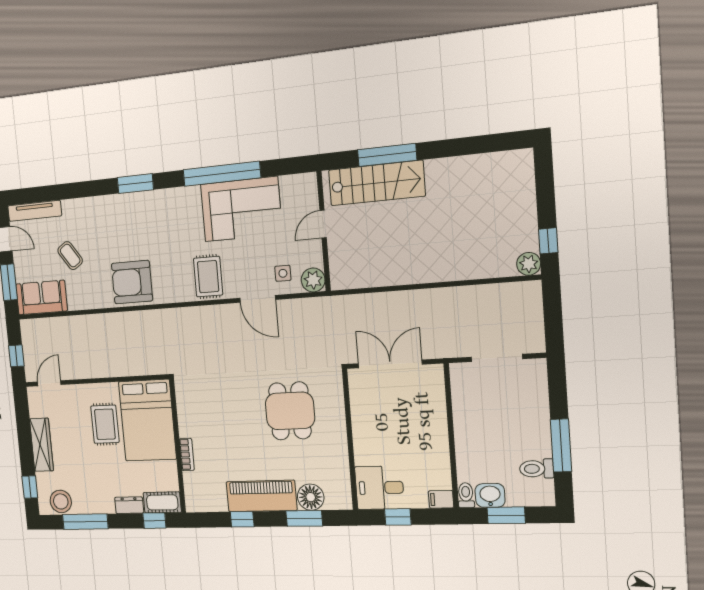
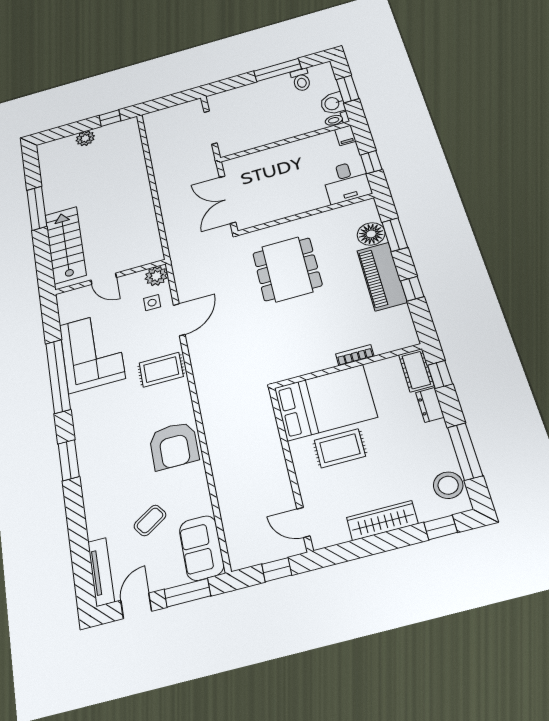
window: (387, 155) -> (37, 208), moved
plant: (529, 264) -> (85, 138), moved
dining table: (290, 411) -> (287, 269), width x1.38

